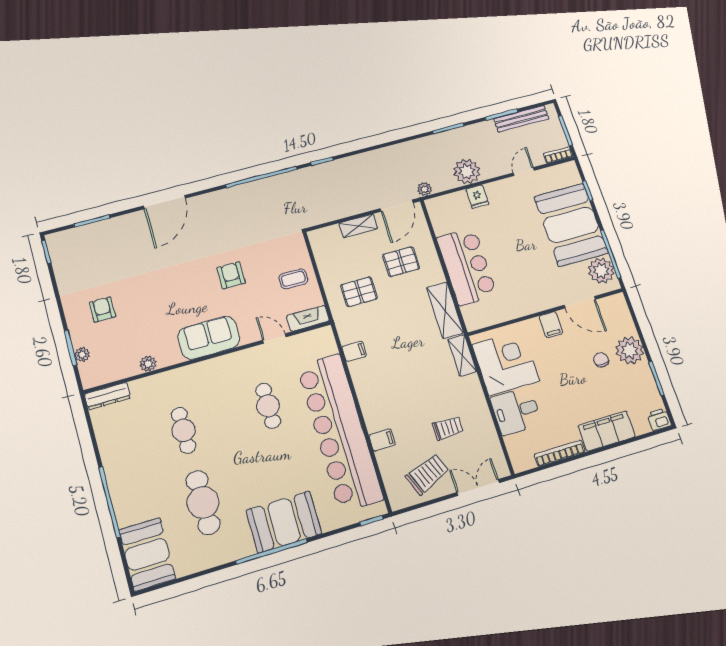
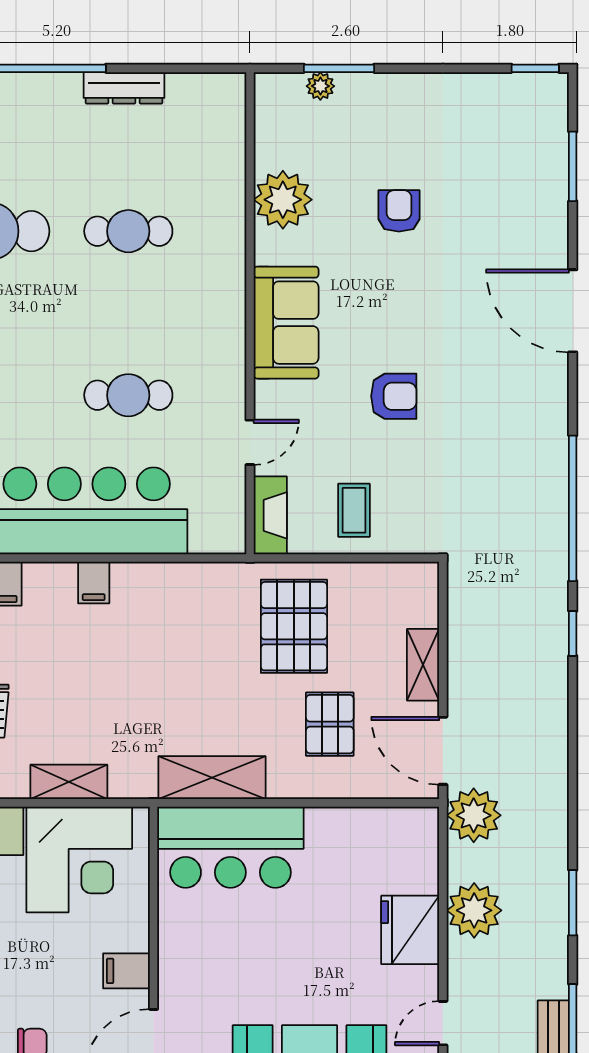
door: (524, 172) -> (443, 1023), swing flipped
plant: (424, 189) -> (474, 815), width x1.88, depth x1.88
fridge: (477, 197) -> (410, 930), width x1.88, depth x1.34
bar counter: (467, 266) -> (230, 847), moved
pallet: (359, 292) -> (294, 626), width x1.50, depth x1.42
armchair: (102, 309) -> (399, 211), moved, turned -90
filing cabinet: (354, 351) -> (94, 583), moved
shelving: (462, 355) -> (69, 782), moved
plant: (148, 364) -> (283, 200), width x1.87, depth x1.87
dresser: (108, 396) -> (124, 88), moved, turned -90

